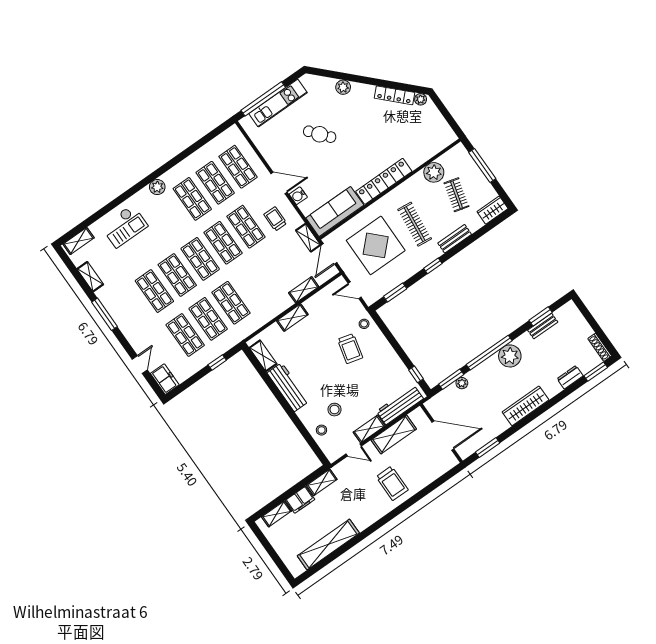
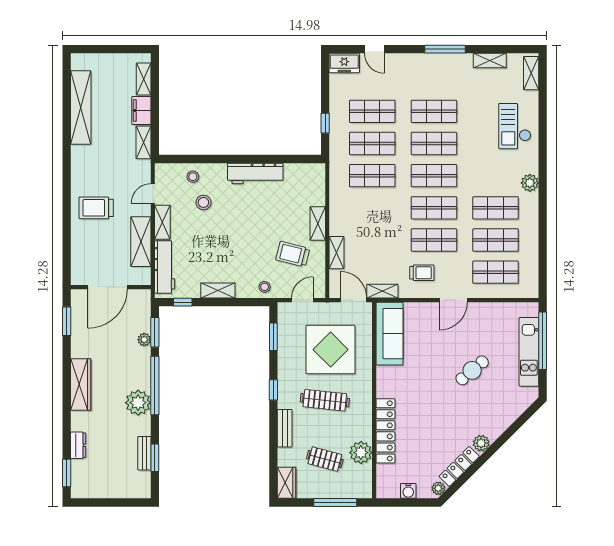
plant: (343, 87) -> (481, 443), moved
locker: (384, 181) -> (385, 431), moved
water cooler: (298, 196) -> (408, 491), moved, turned 180
shoe rack: (600, 347) -> (87, 493), removed
trolley: (350, 349) -> (293, 254), moved
shelving: (263, 356) -> (218, 290), moved

